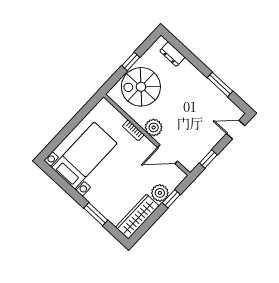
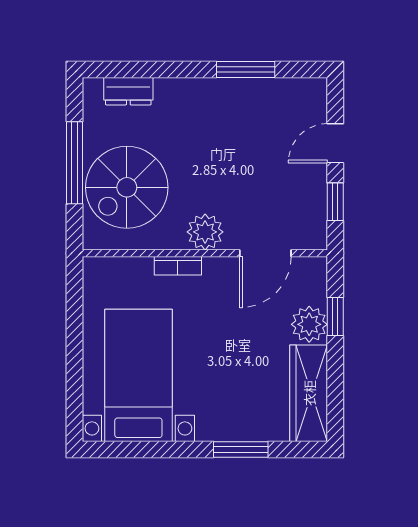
window: (131, 61) -> (75, 163), width x2.17
door: (236, 130) -> (335, 143), moved

